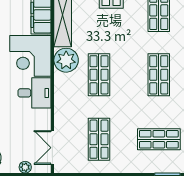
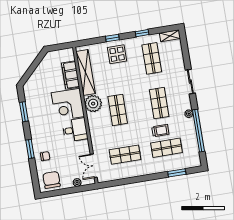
trolley: (154, 114) -> (160, 131), added
shop shelf: (99, 139) -> (125, 155), turned 90

